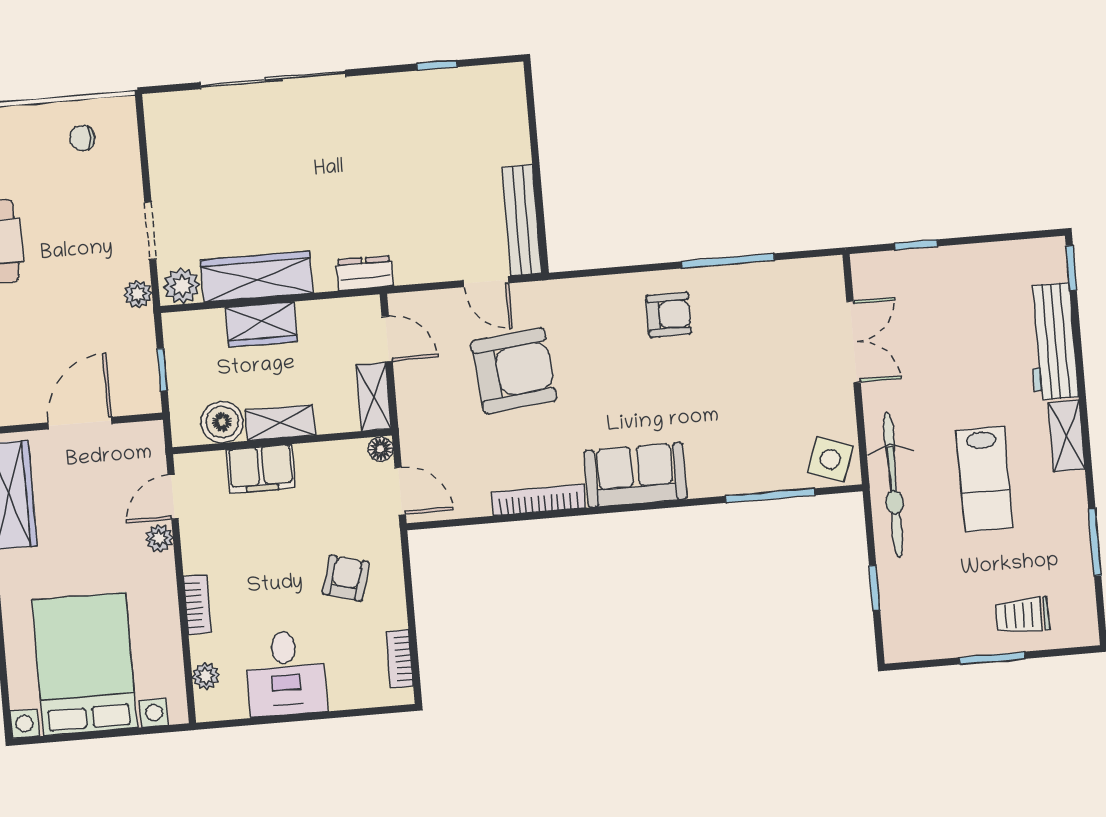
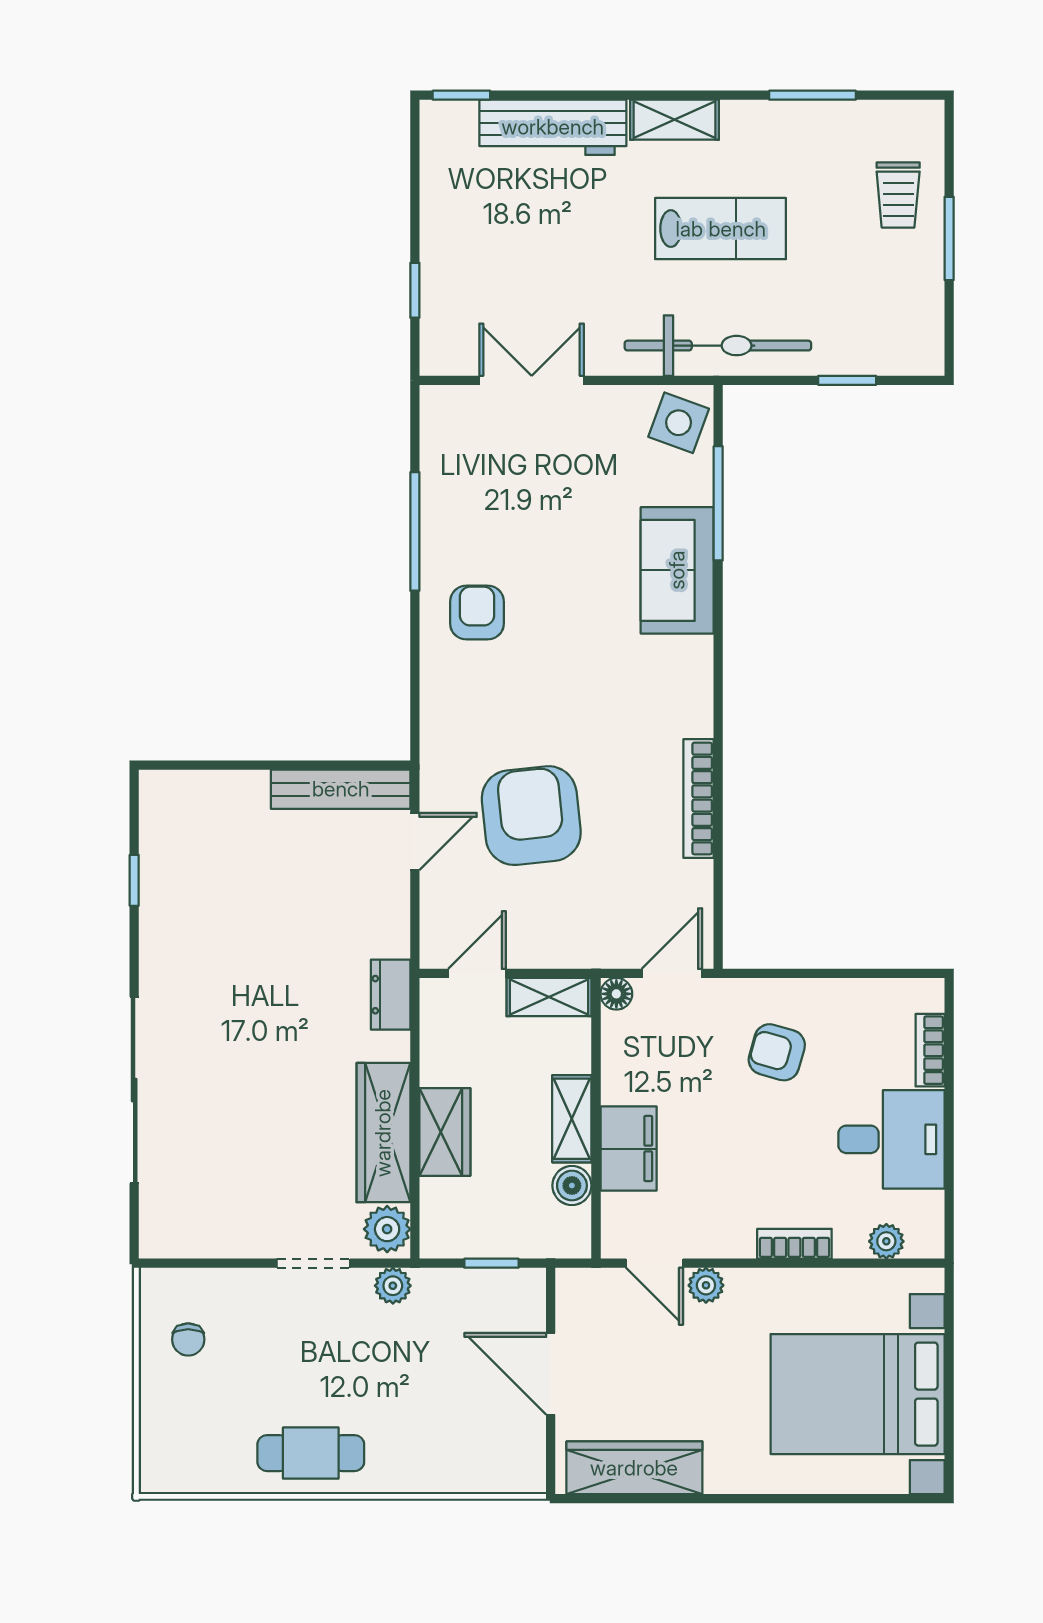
boiler: (222, 422) -> (572, 1186), width x0.73, depth x0.73
sofa: (635, 475) -> (677, 570), moved
bookcase: (400, 659) -> (930, 1050), moved, turned 90

